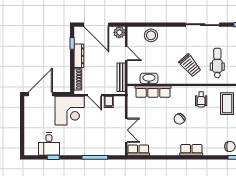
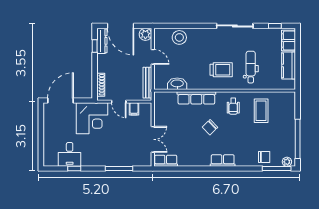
dresser: (79, 56) -> (102, 41), moved
trolley: (190, 65) -> (221, 70), turned -50
row of seats: (153, 92) -> (196, 98), moved

